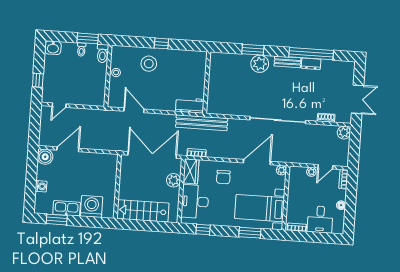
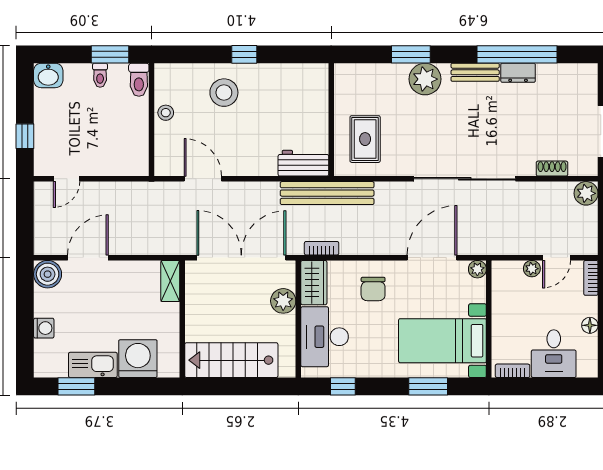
rug: (225, 94) -> (365, 139), added
shelving: (112, 165) -> (170, 281), added

